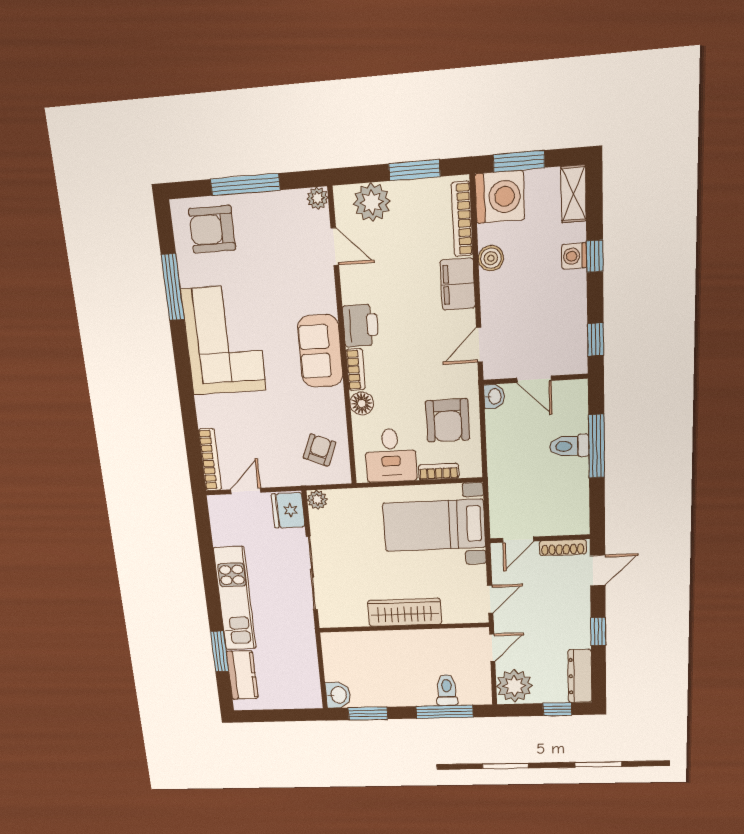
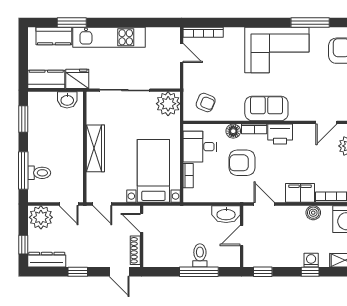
washbasin: (494, 396) -> (226, 214), width x1.91, depth x1.45
armchair: (448, 420) -> (242, 163), moved
plant: (317, 500) -> (168, 104), width x1.88, depth x1.88
fridge: (288, 510) -> (77, 79), moved
kitchen counter: (307, 684) -> (46, 79), added
washbasin: (338, 695) -> (67, 100), moved

